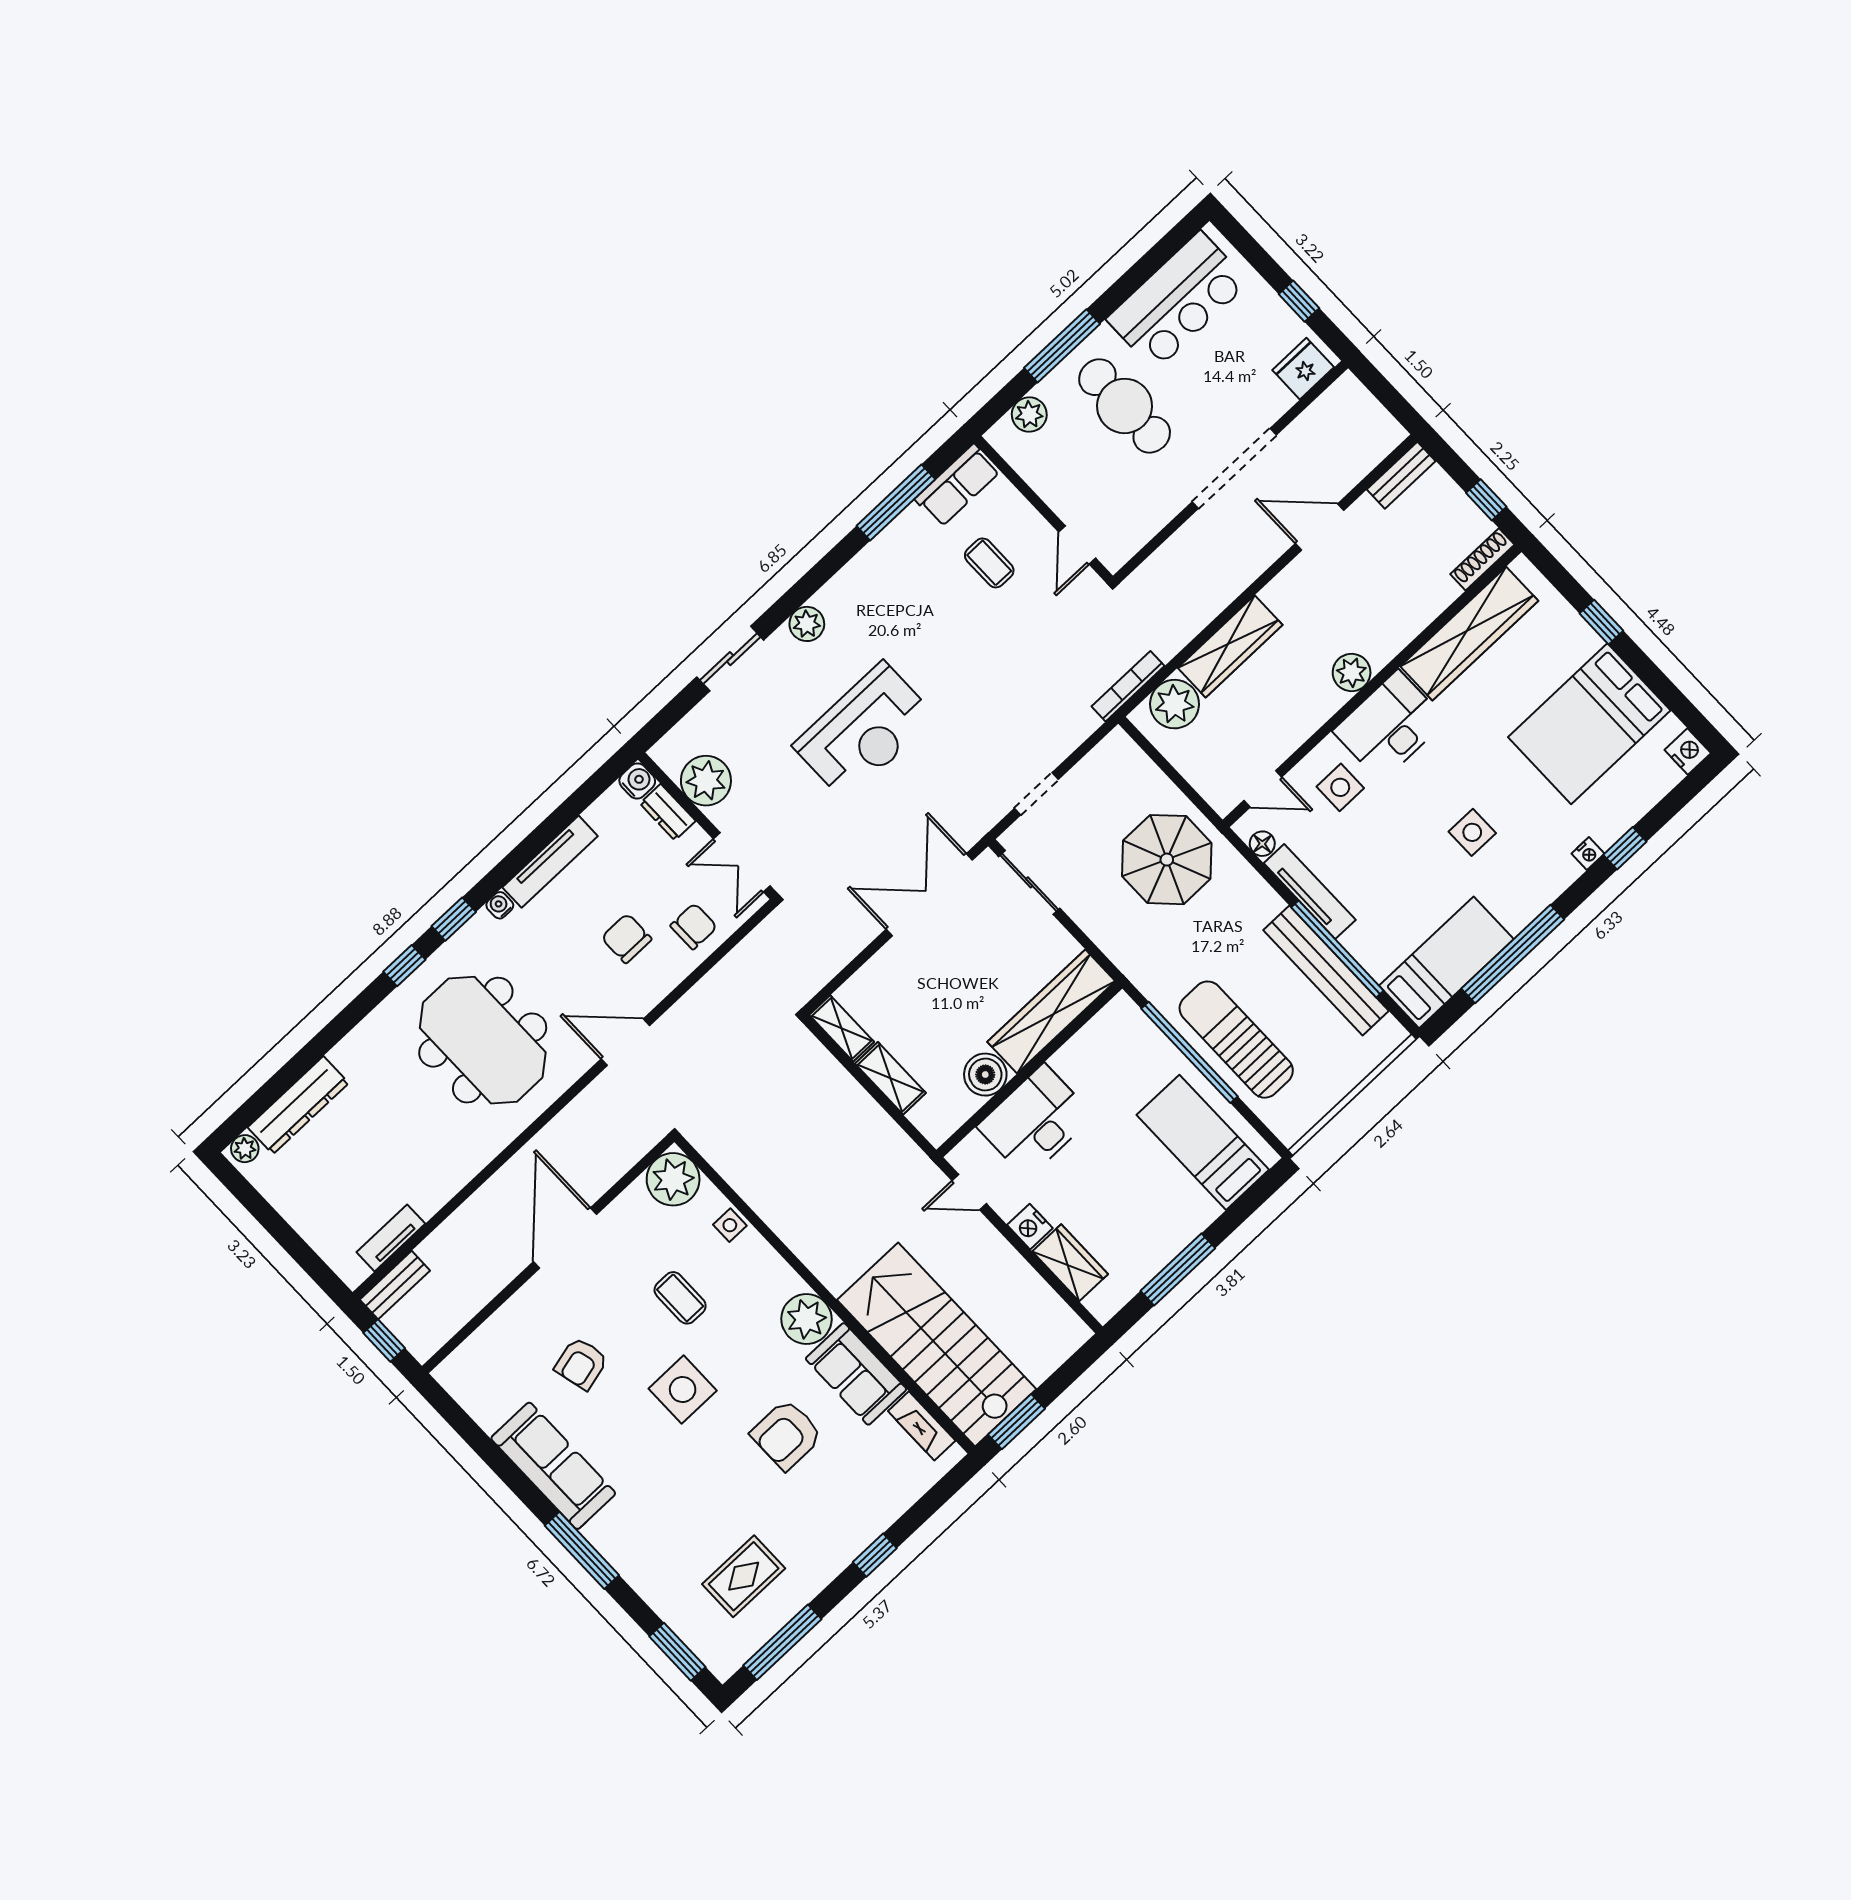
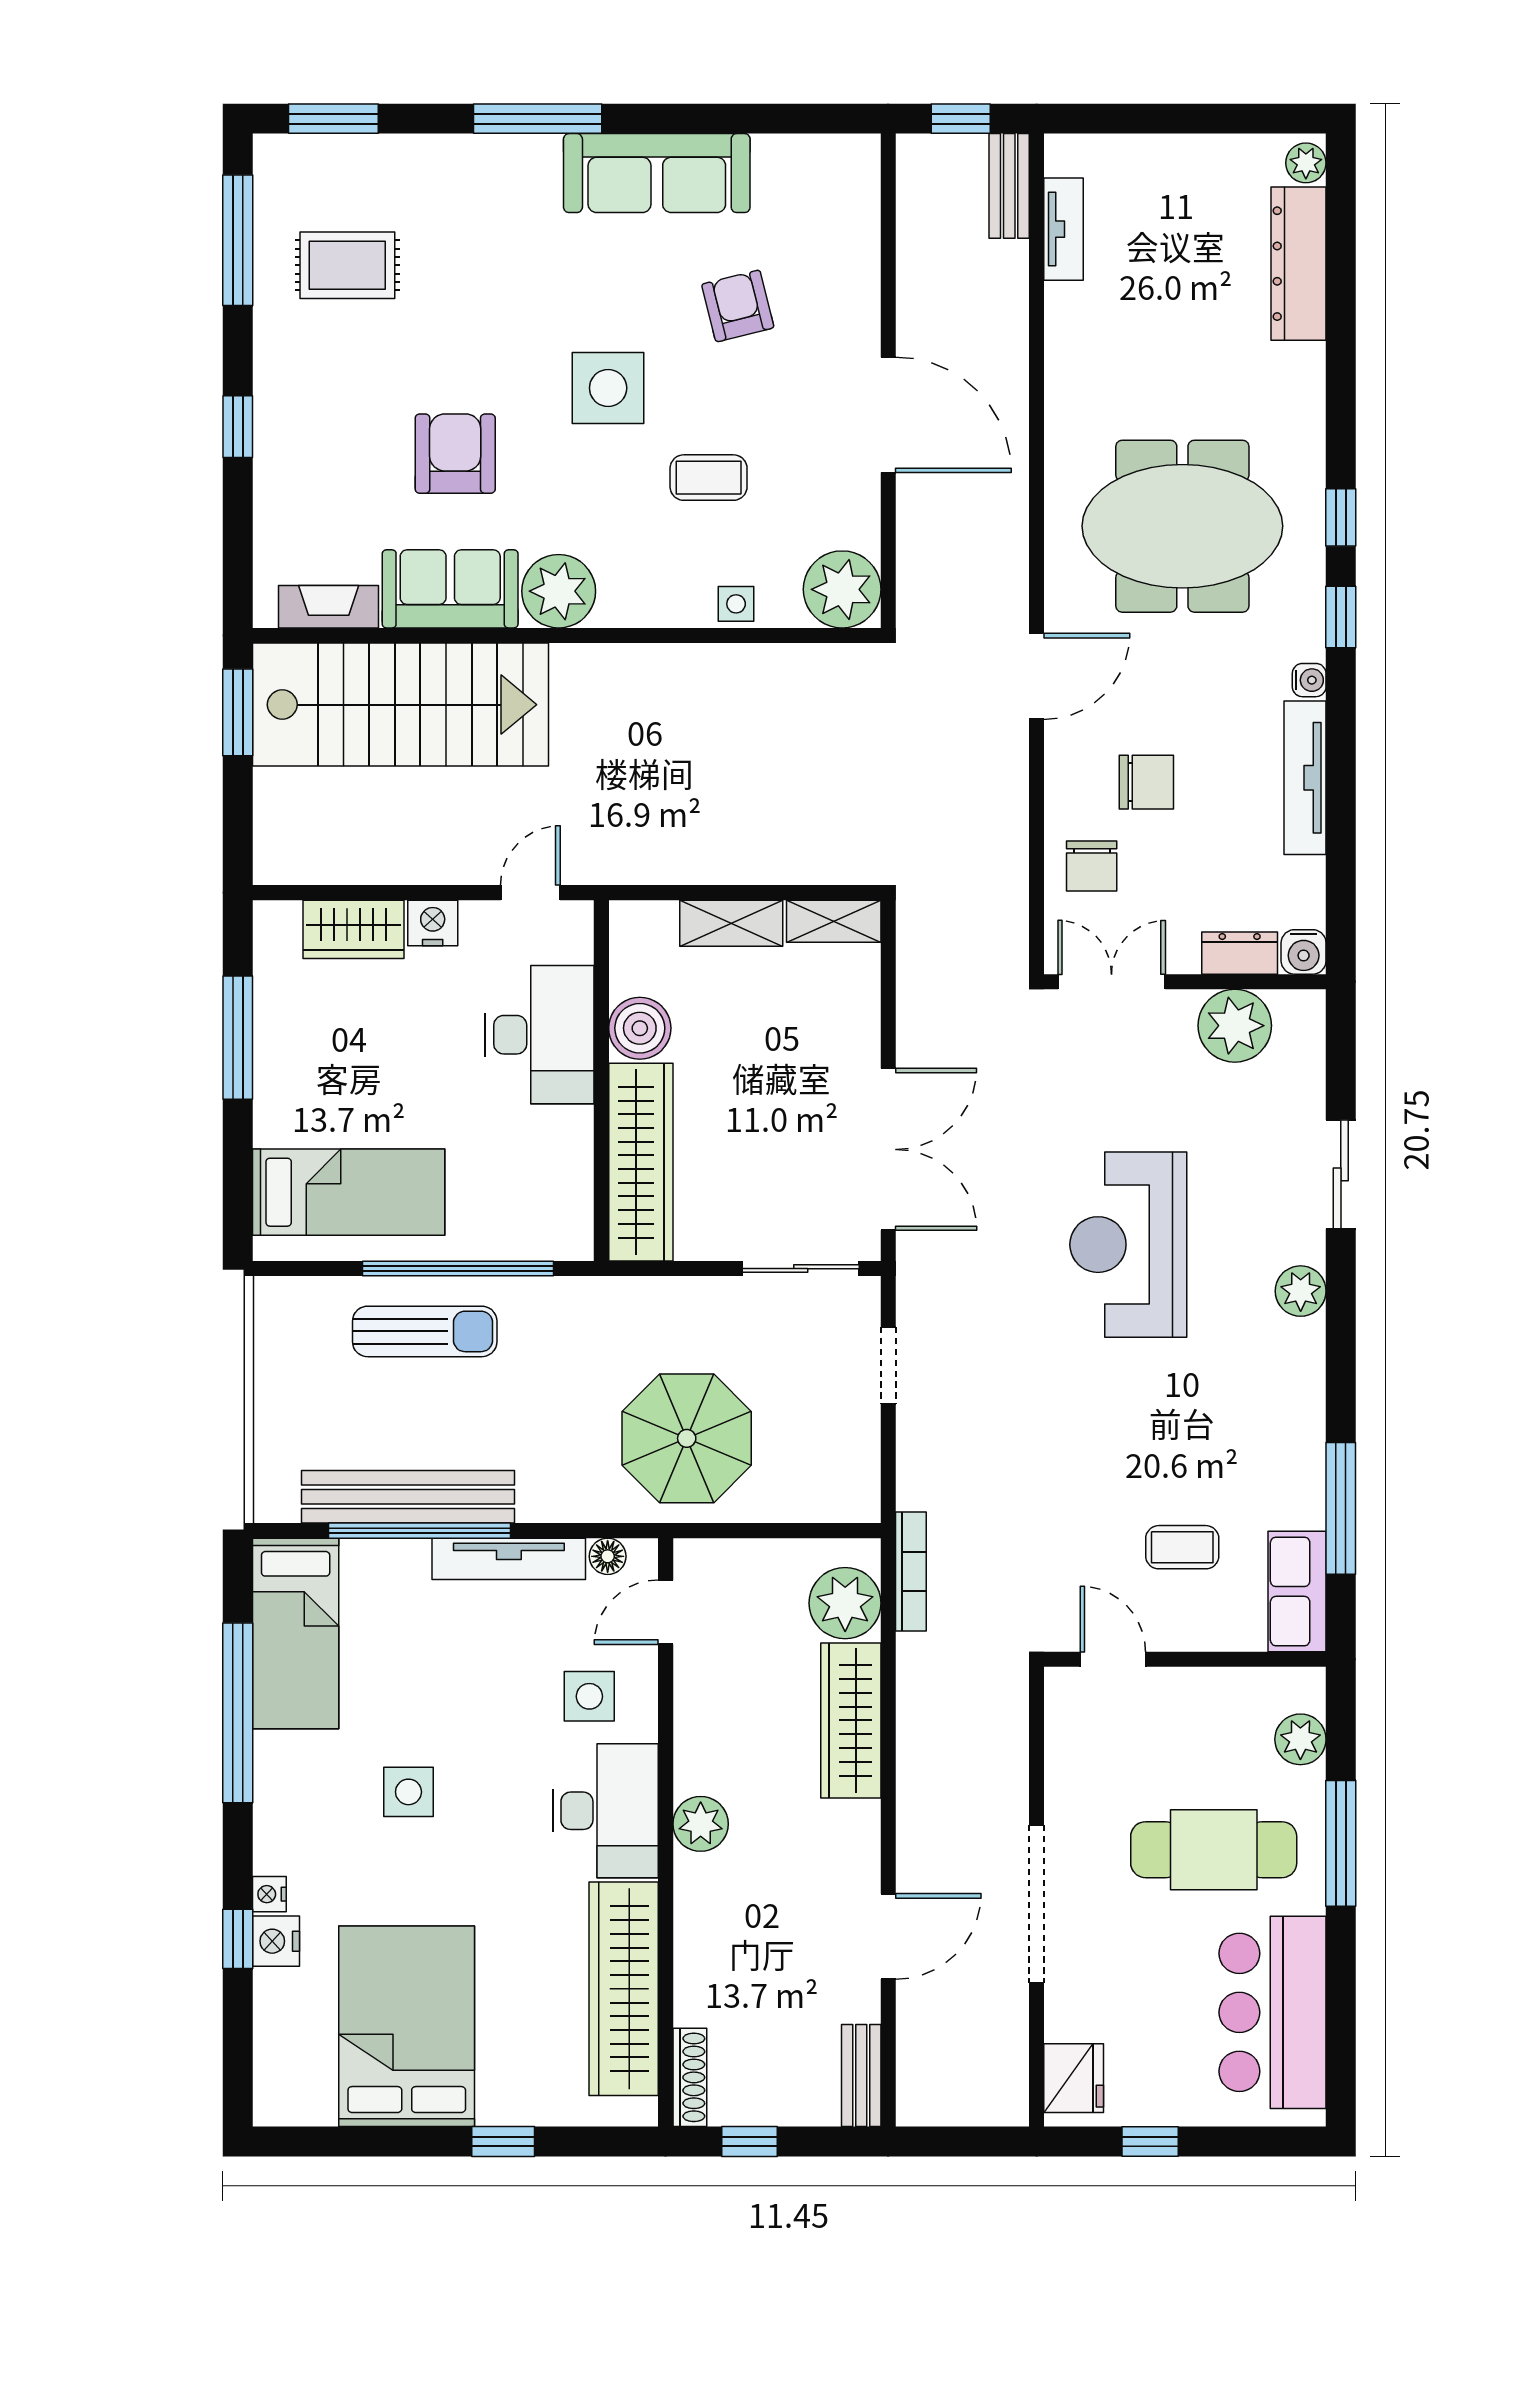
nightstand: (1688, 752) -> (276, 1941), moved, turned 90
sun lounger: (1236, 1040) -> (425, 1331), width x0.73, depth x0.75
rug: (744, 1576) -> (347, 265), turned 90

